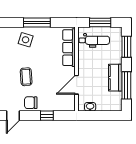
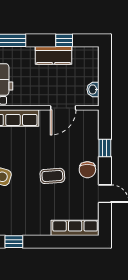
door: (77, 85) -> (63, 108), hinge flipped
window: (126, 85) -> (64, 40), width x0.46

